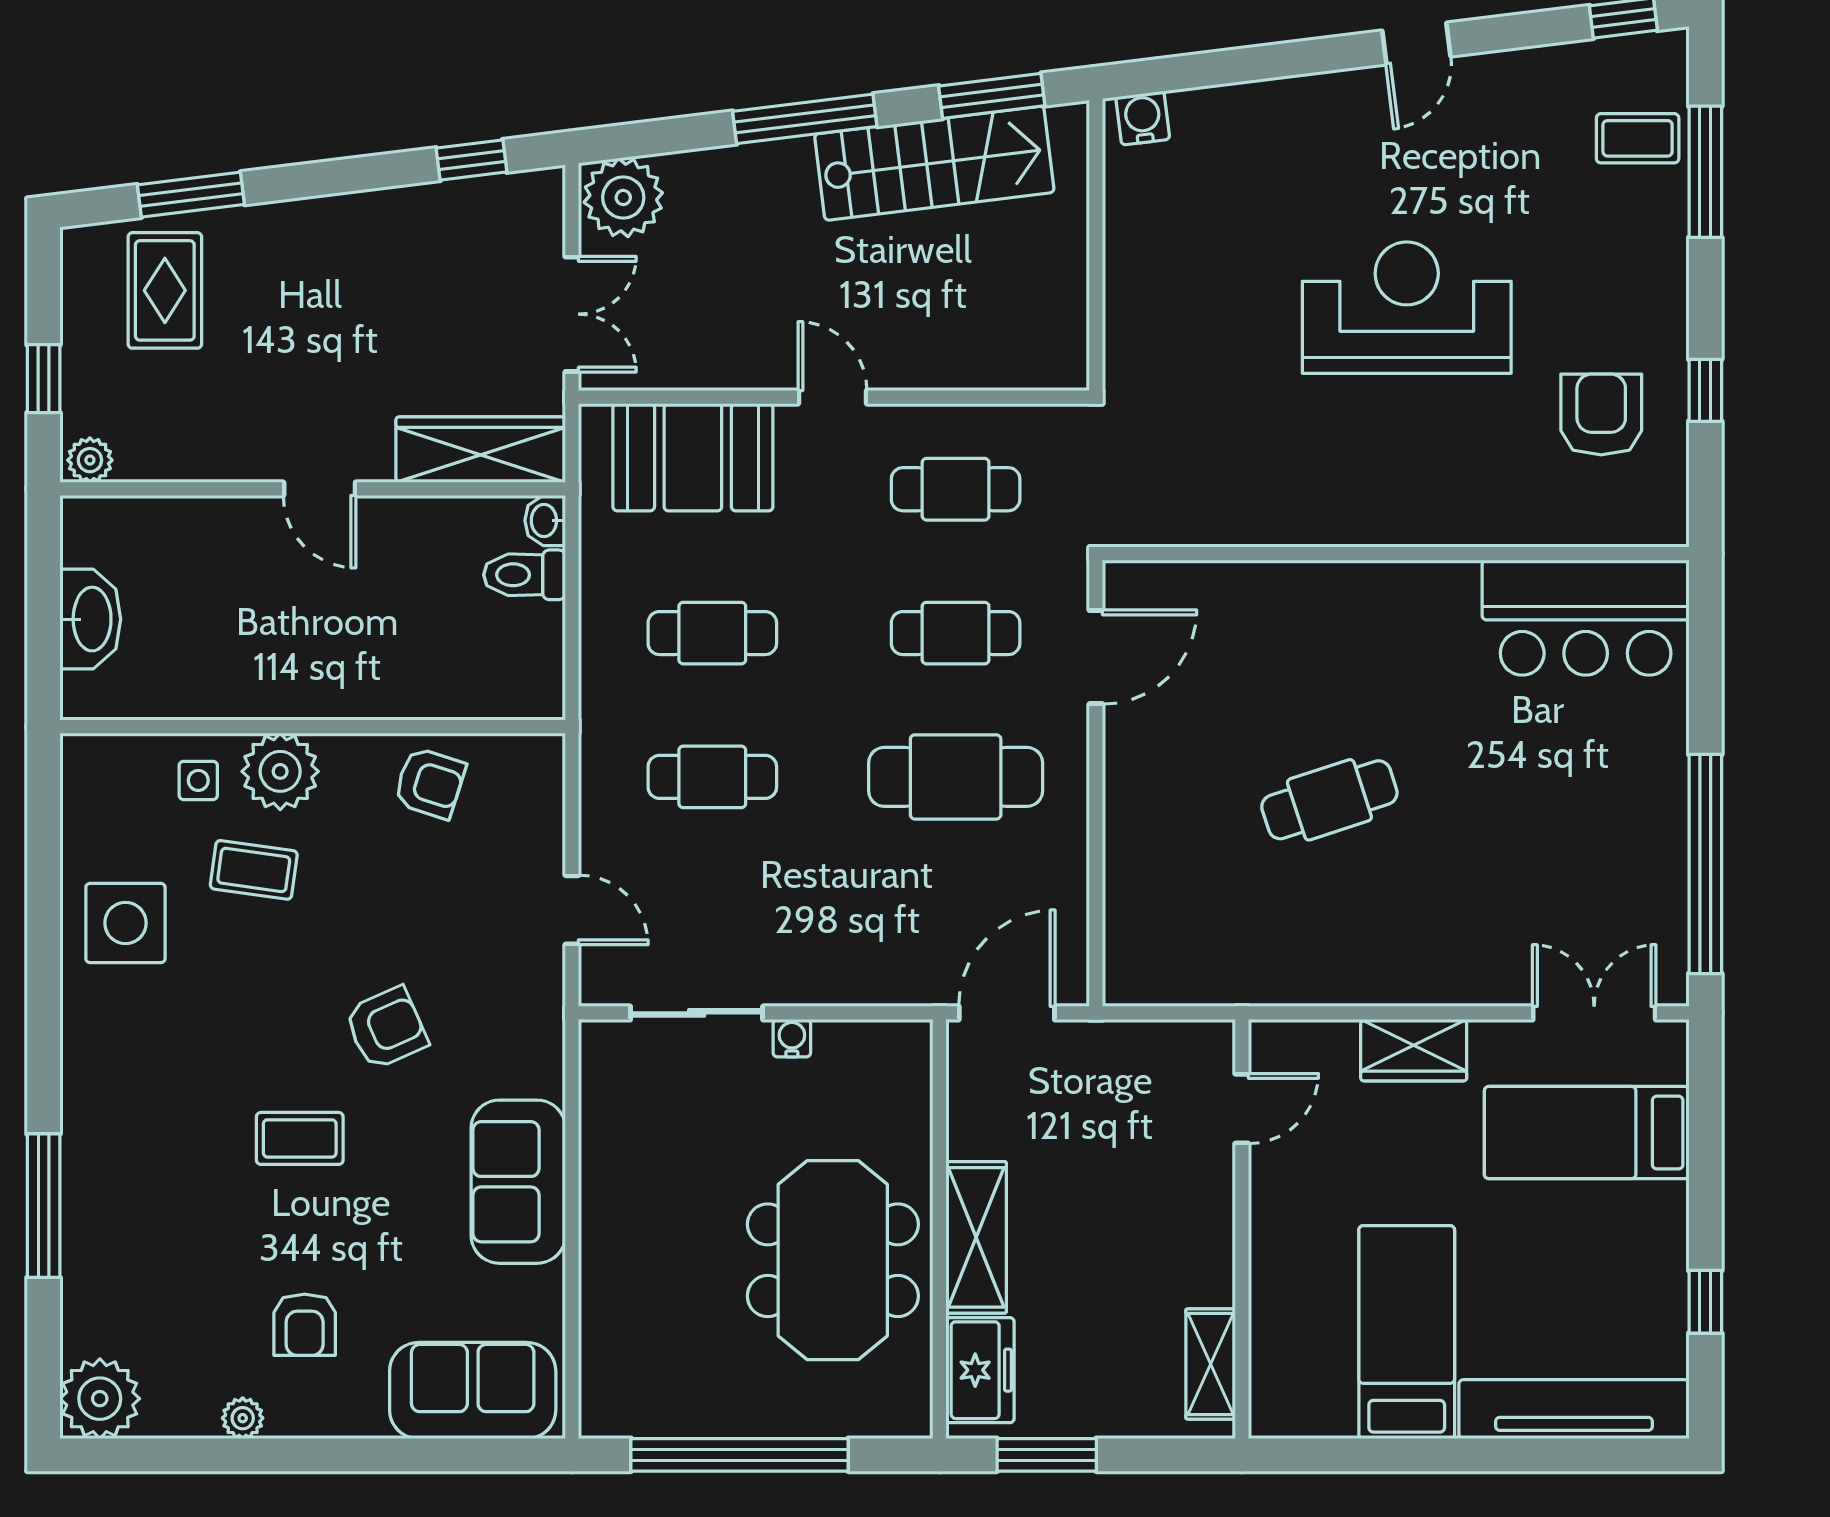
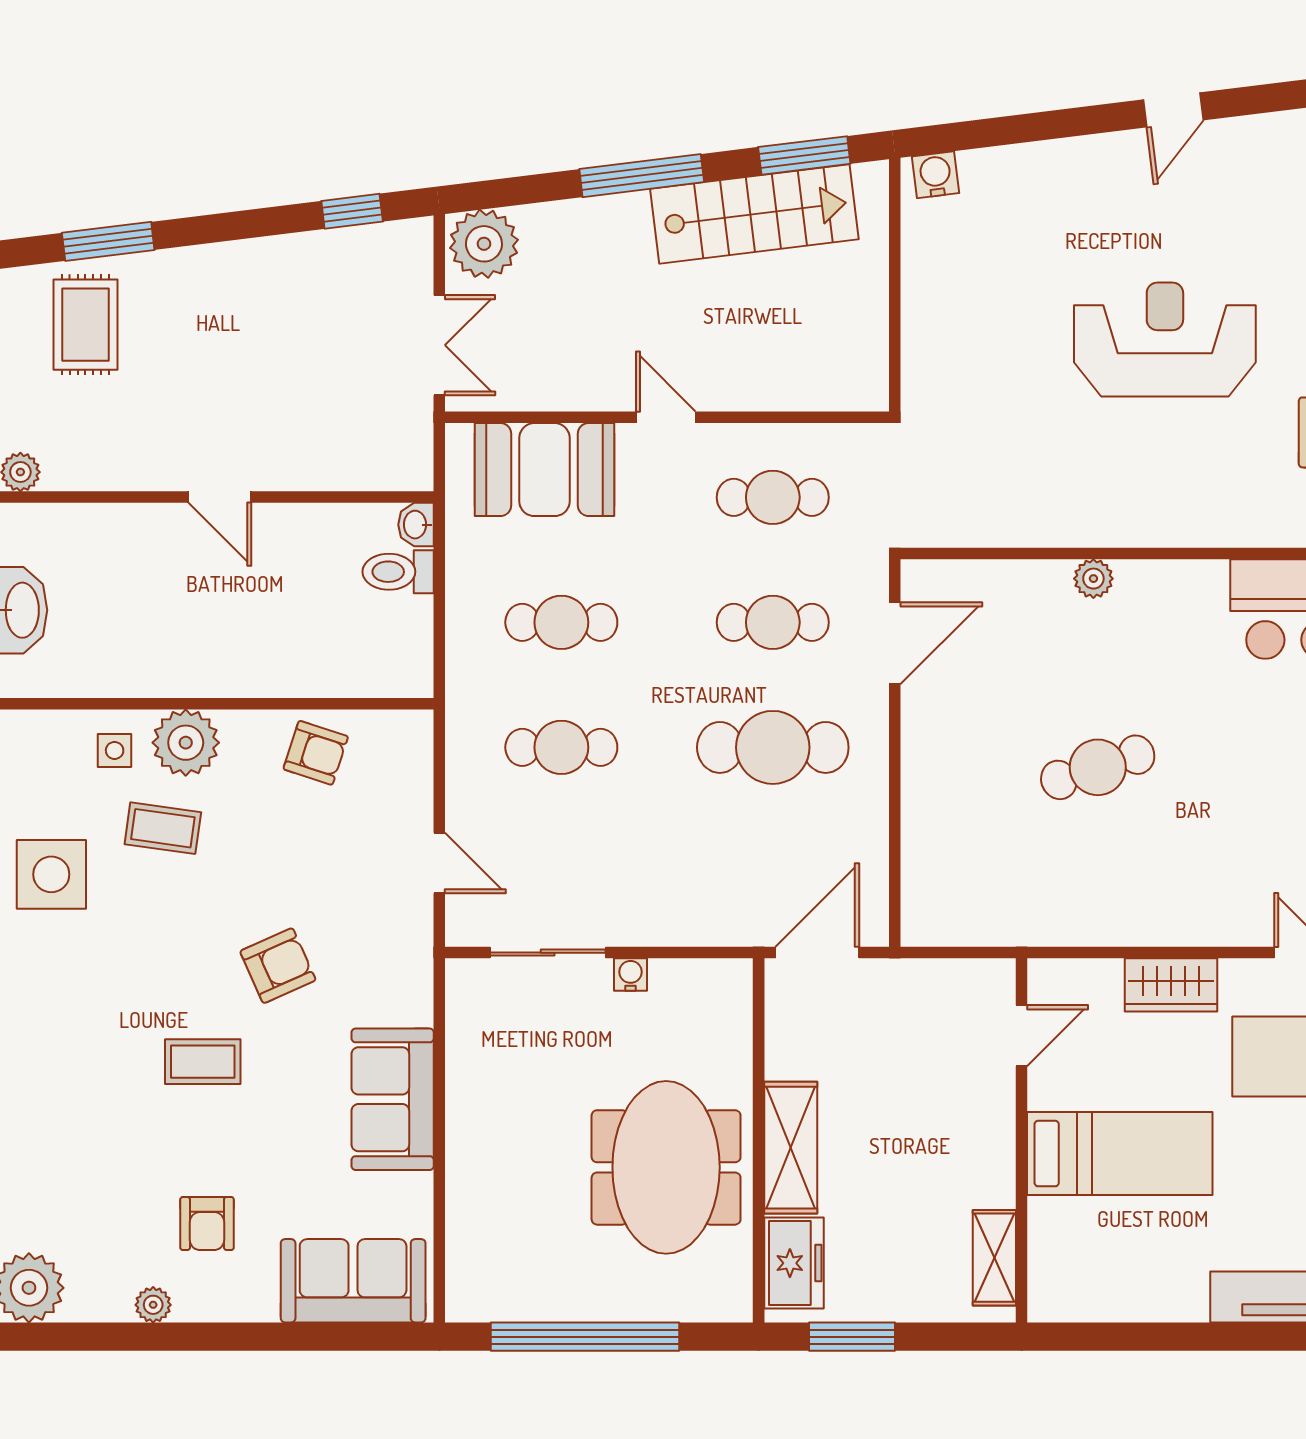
wardrobe: (481, 450) -> (360, 463), removed
plant: (1324, 583) -> (1093, 579), added
bed: (1407, 1332) -> (1120, 1154), moved, turned 90

